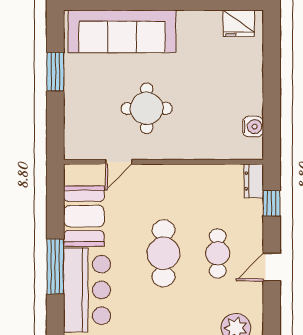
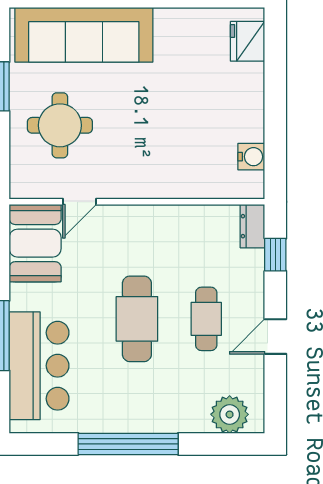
fridge: (239, 23) -> (248, 41), moved, turned 90
round table: (147, 108) -> (60, 125), moved
booth: (84, 216) -> (35, 243), moved

